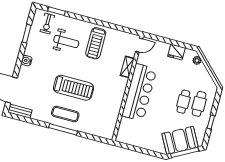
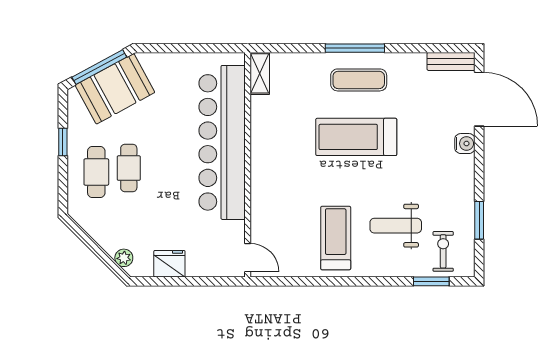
door: (139, 45) -> (248, 258), swing flipped
water cooler: (27, 61) -> (465, 144), moved
shelving: (127, 67) -> (260, 73), moved
bar counter: (139, 92) -> (222, 142), width x1.36

